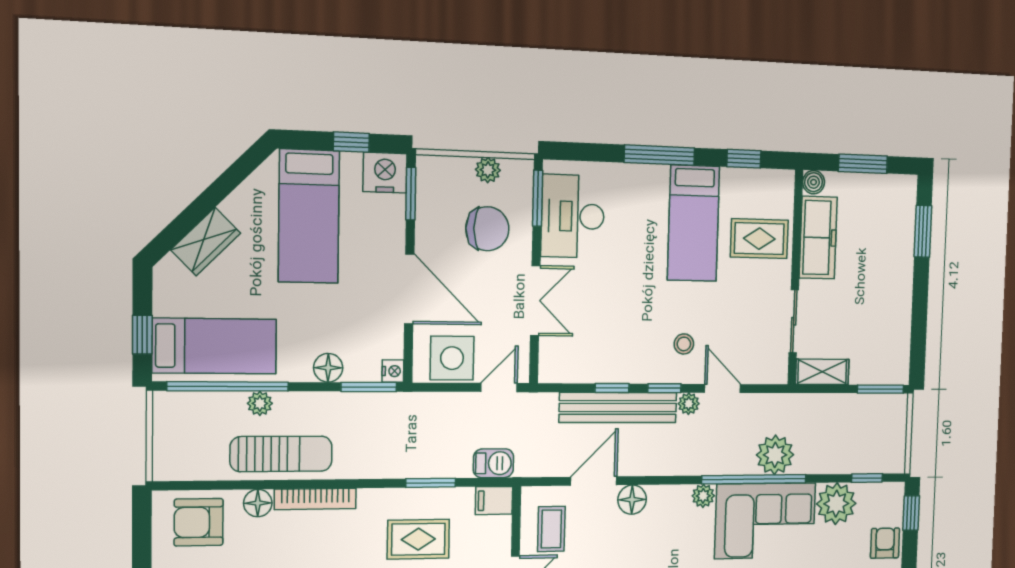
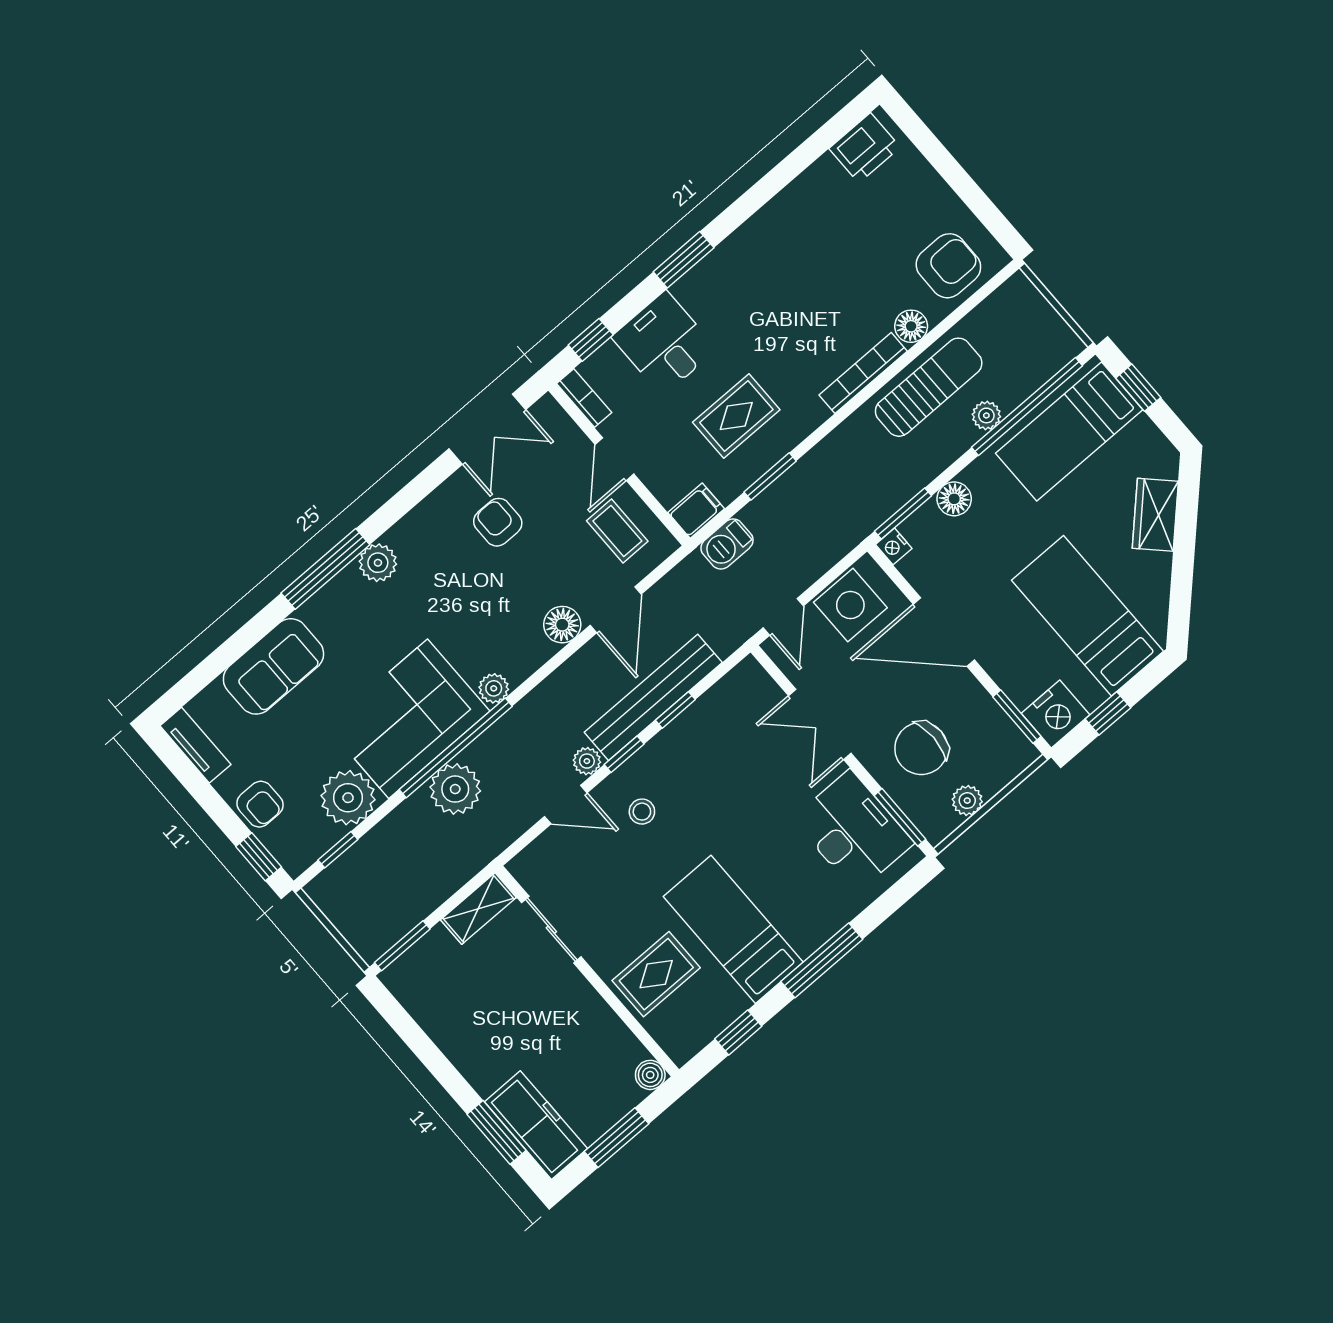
freezer: (818, 238) -> (536, 1125), moved, turned 180
sun lounger: (281, 454) -> (929, 387), turned 180

